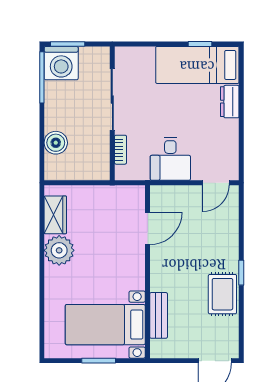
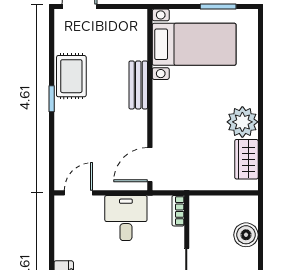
bookcase: (120, 150) -> (178, 211), moved
door: (147, 228) -> (150, 165), moved
bench: (159, 315) -> (138, 85), moved
window: (99, 361) -> (218, 6), moved

